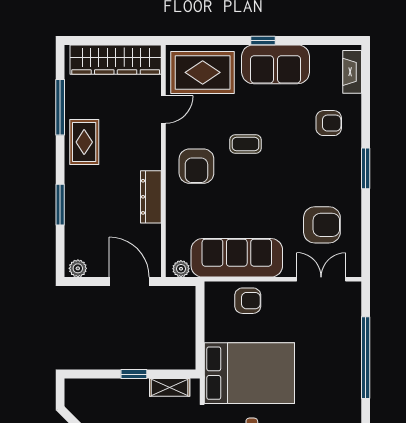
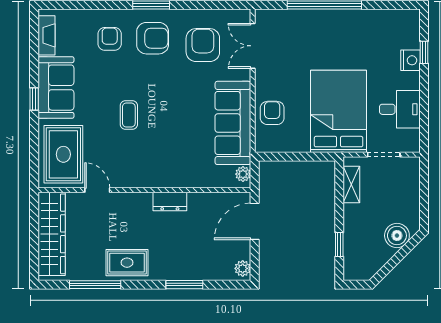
fireplace: (352, 72) -> (46, 35), moved, turned -90
armchair: (196, 166) -> (153, 38), moved
dresser: (151, 197) -> (170, 201), width x0.70
window: (134, 374) -> (339, 244), moved

